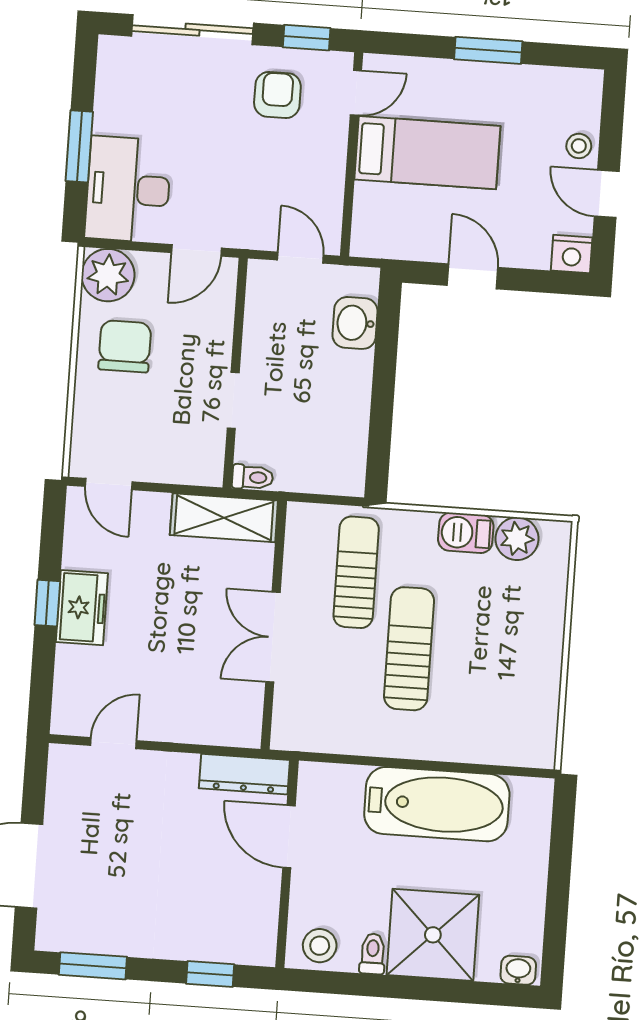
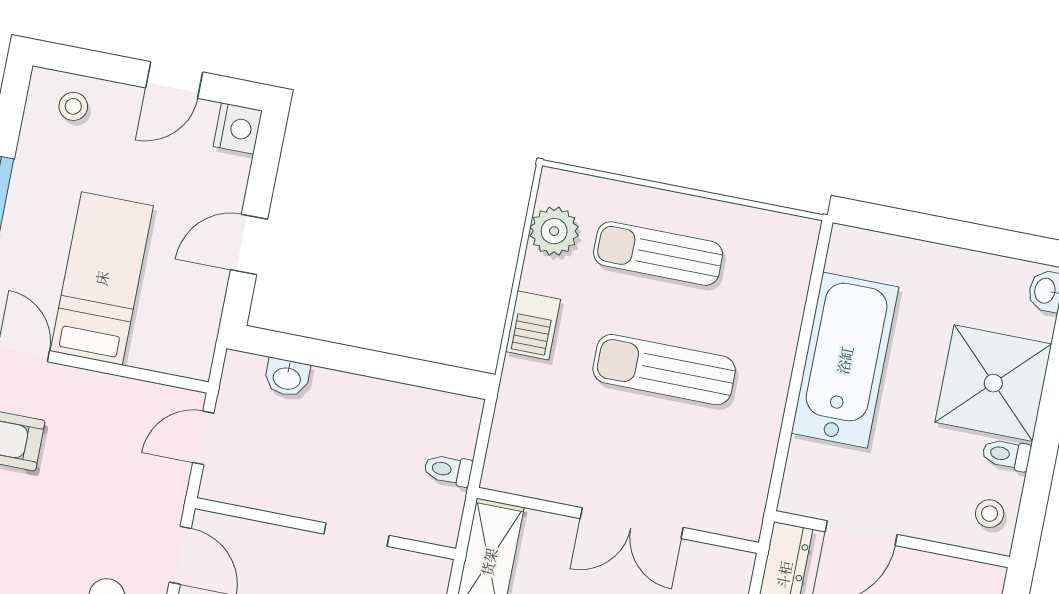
stool: (579, 146) -> (73, 106), moved
washbasin: (355, 323) -> (287, 378), width x0.72, depth x0.69
toilet: (253, 477) -> (448, 470), moved, turned -90
barbecue: (466, 533) -> (533, 325), moved
sun lounger: (356, 572) -> (658, 254), moved
stool: (320, 946) -> (990, 514), width x0.73, depth x0.73

